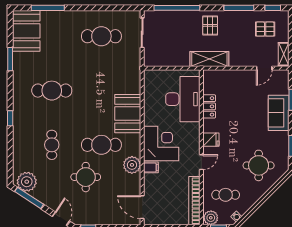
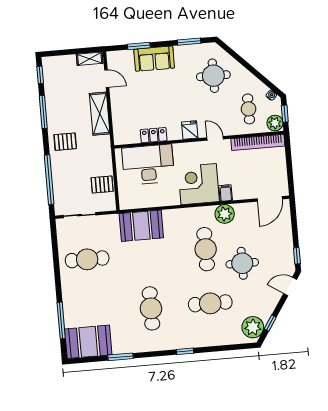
pallet: (265, 29) -> (102, 185), moved, turned 90
cafe table: (101, 36) -> (87, 259), turned 90
shelving: (209, 59) -> (100, 114), moved
booth: (128, 114) -> (141, 226), moved
cafe table: (52, 145) -> (210, 303), width x1.37, depth x1.35
window: (29, 198) -> (270, 323), width x0.46

